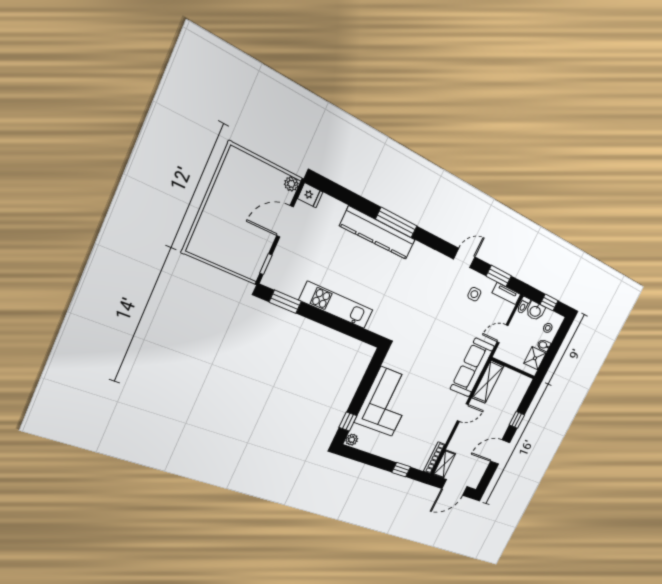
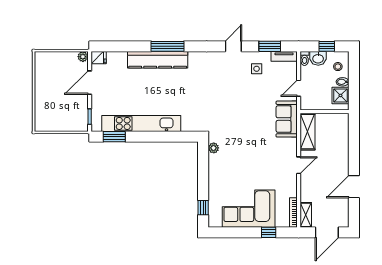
kitchen unit: (336, 305) -> (141, 123), width x1.36
sofa: (472, 368) -> (287, 119), width x0.73
corner sofa: (386, 402) -> (249, 209), moved, turned -90
window: (517, 420) -> (354, 153), removed
plant: (352, 440) -> (214, 148), moved

